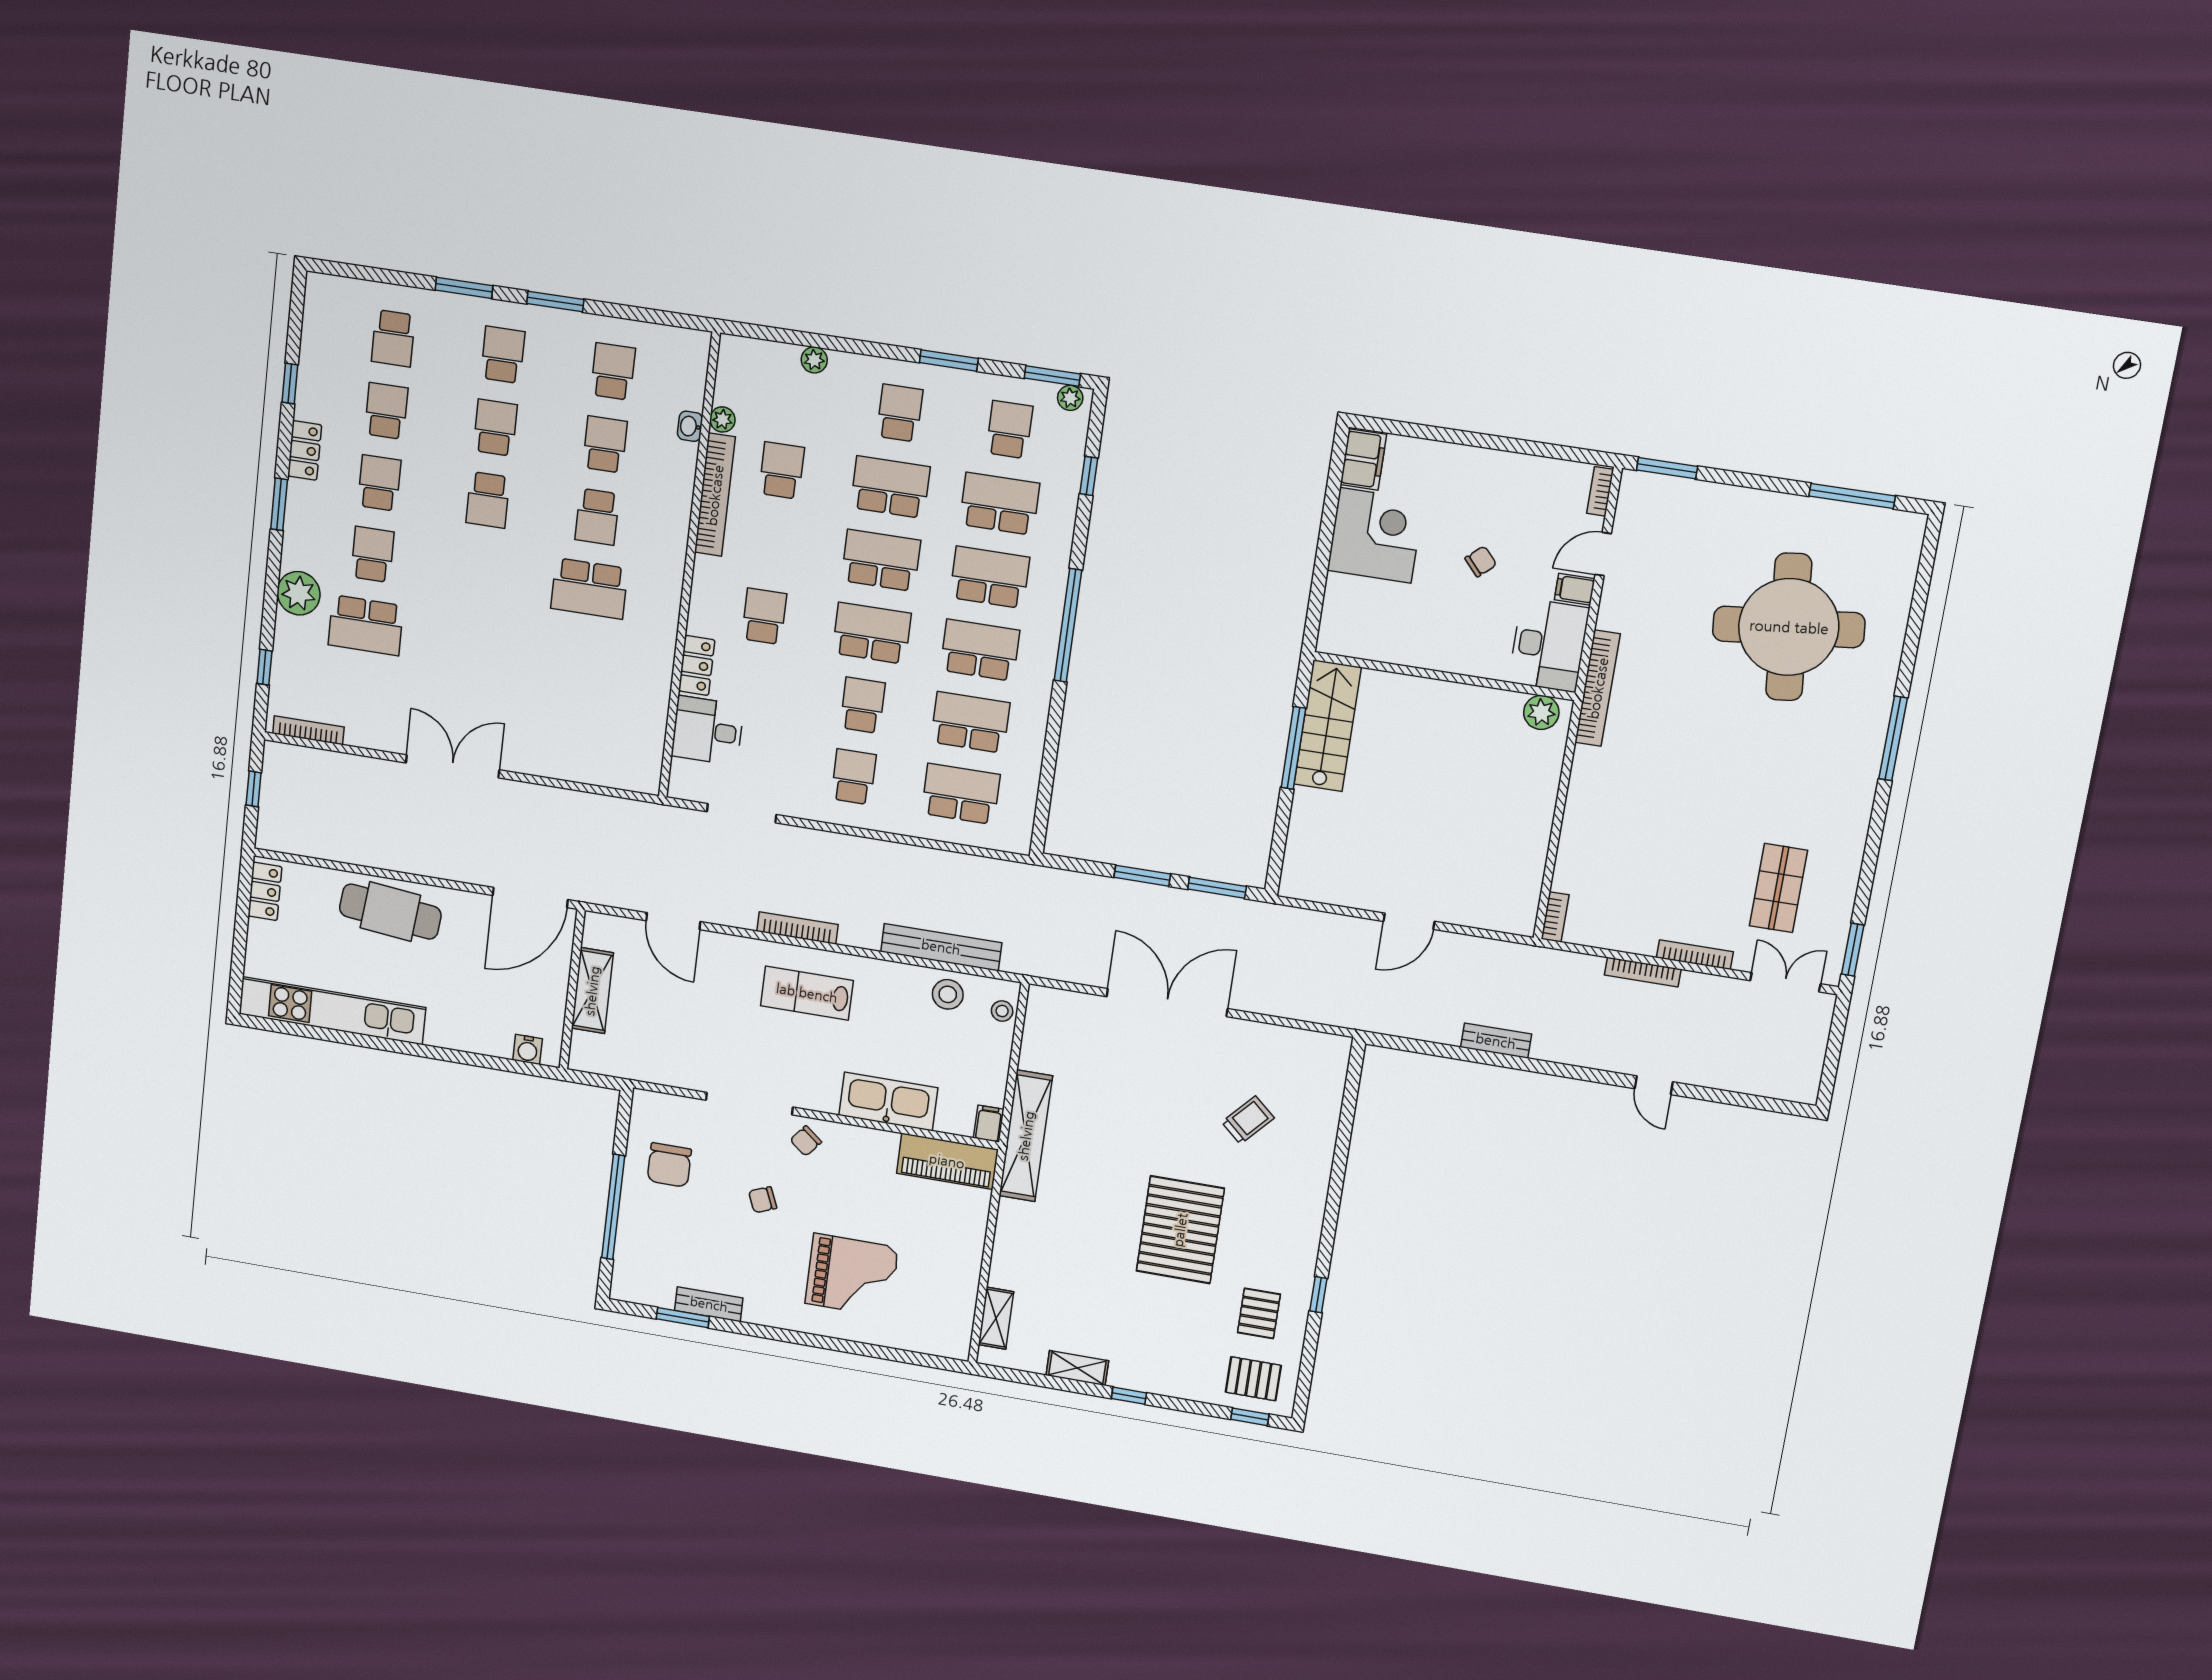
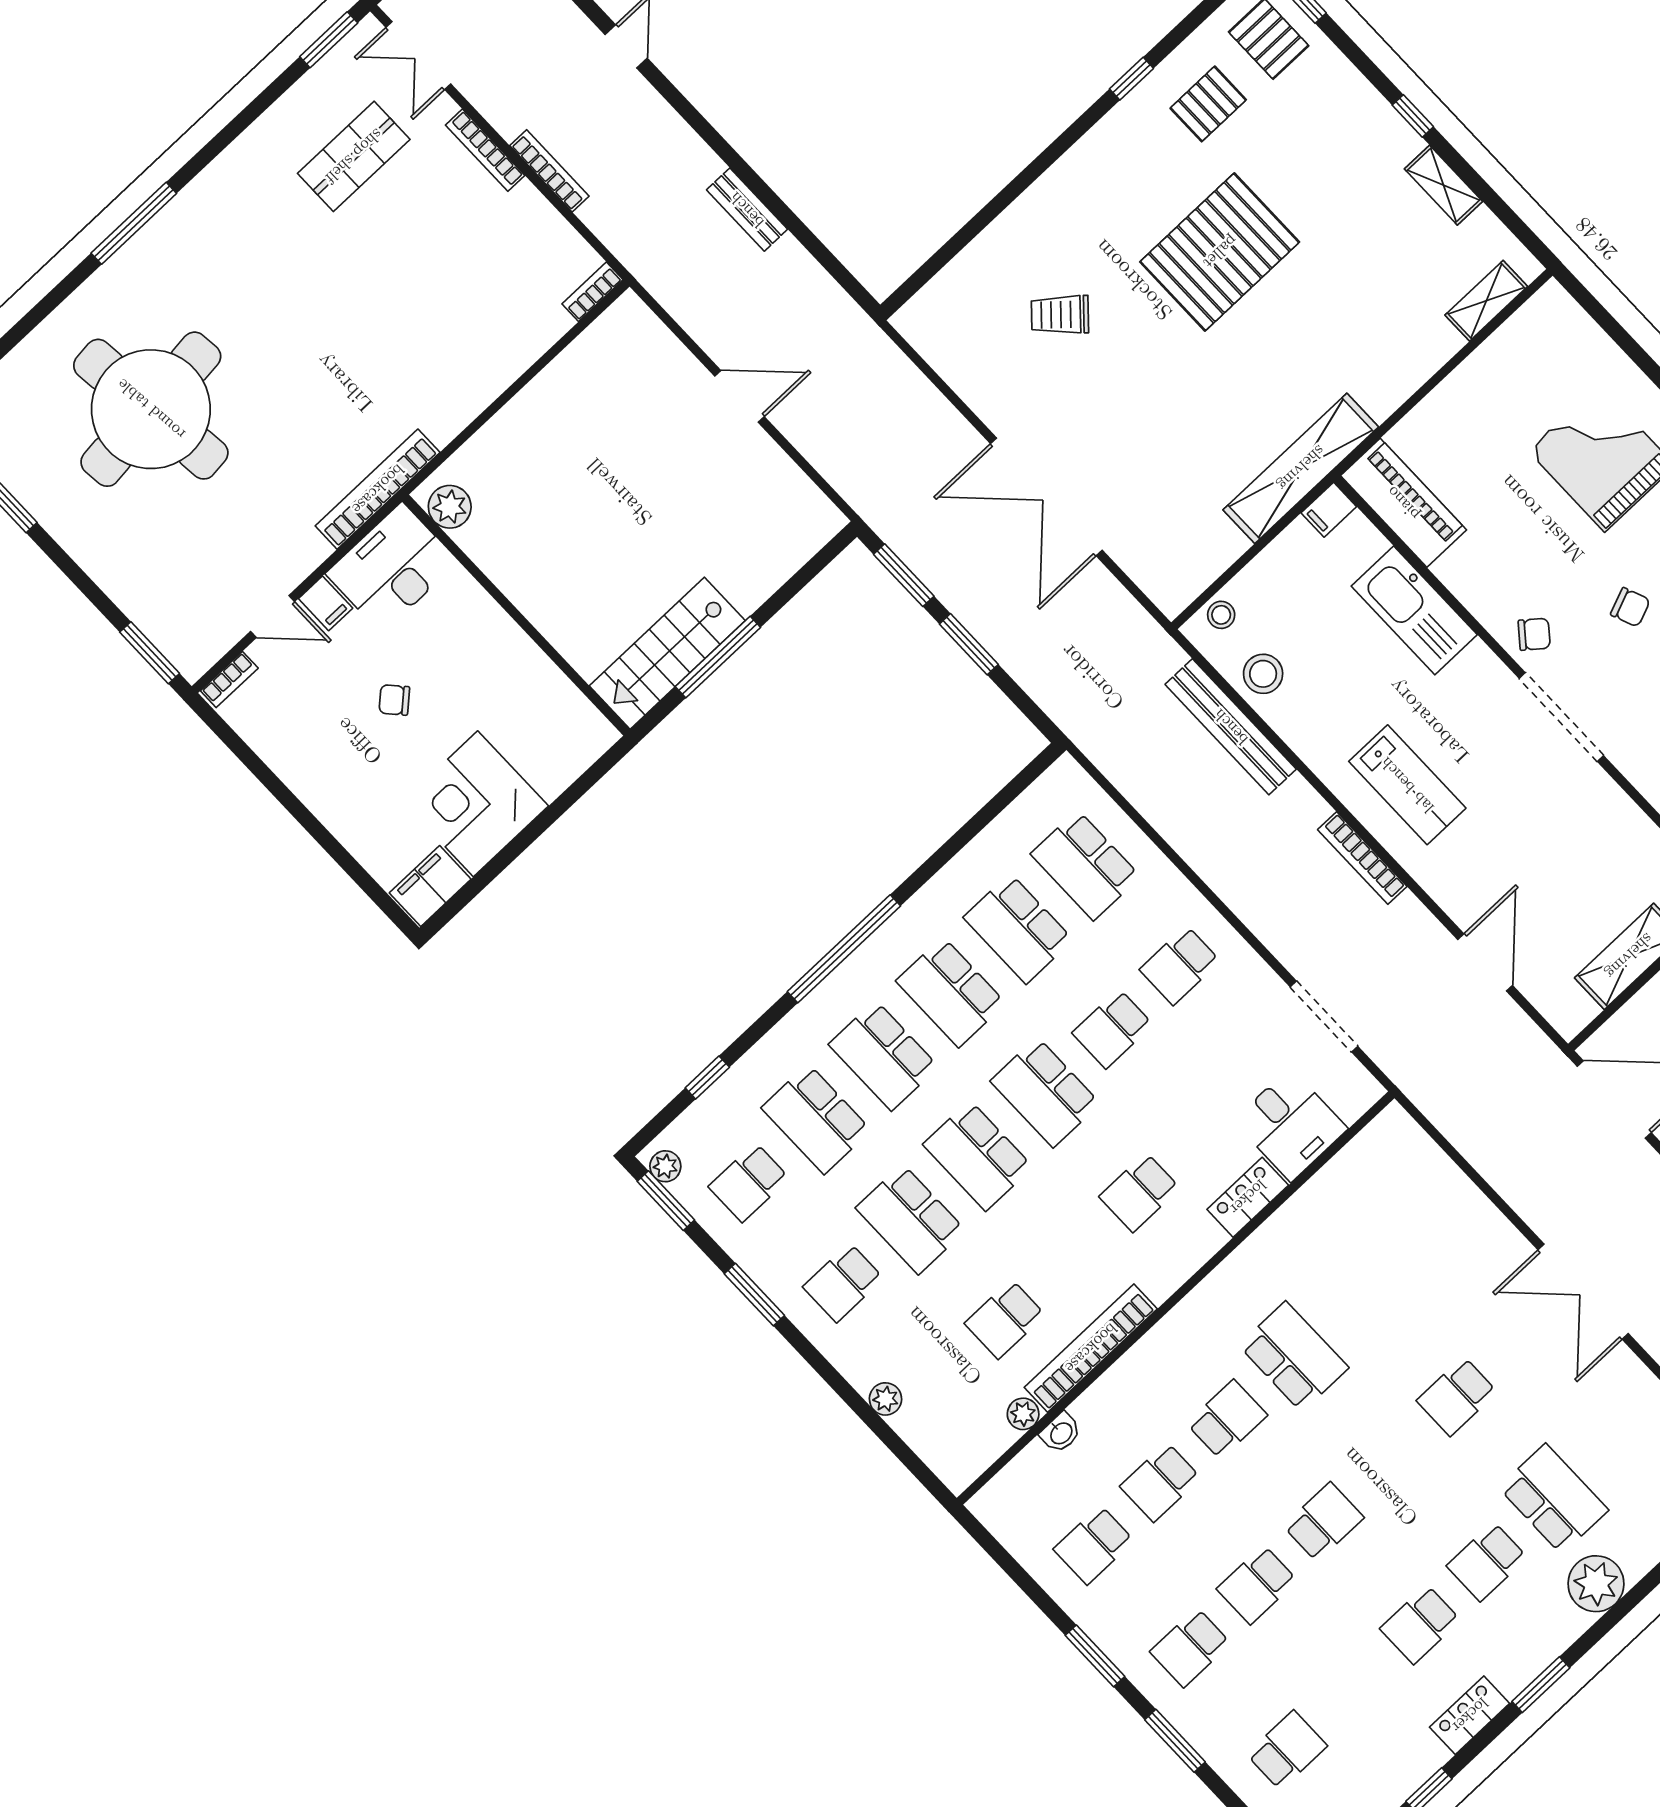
school desk: (386, 411) -> (1457, 1396), moved

